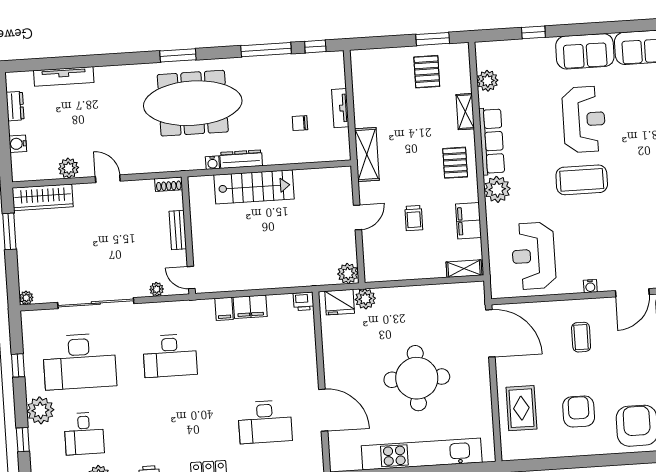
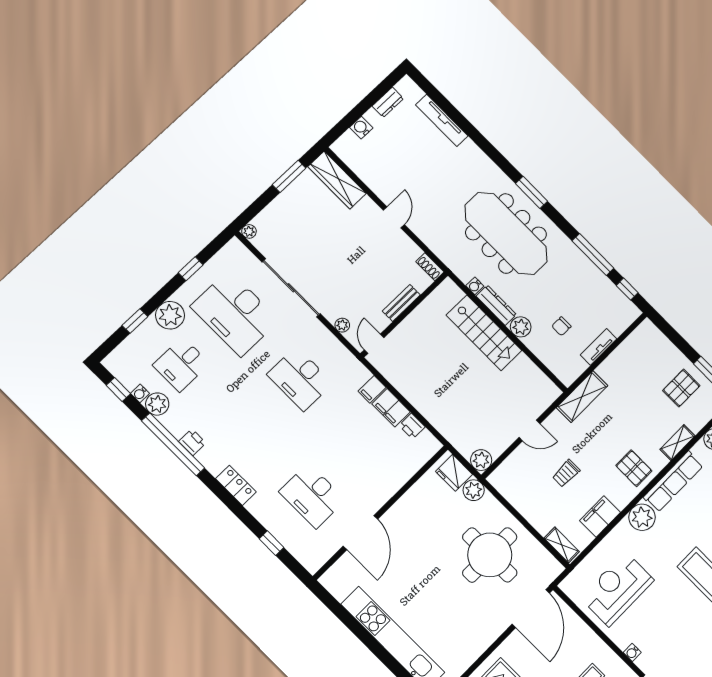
chair: (300, 123) -> (561, 326), turned -90
pallet: (455, 163) -> (634, 468), turned 90
plant: (69, 168) -> (521, 327), moved
printer: (304, 301) -> (412, 426), moved
round table: (417, 378) -> (490, 555), moved

